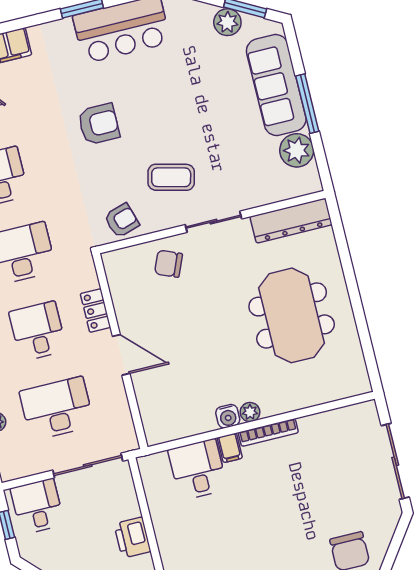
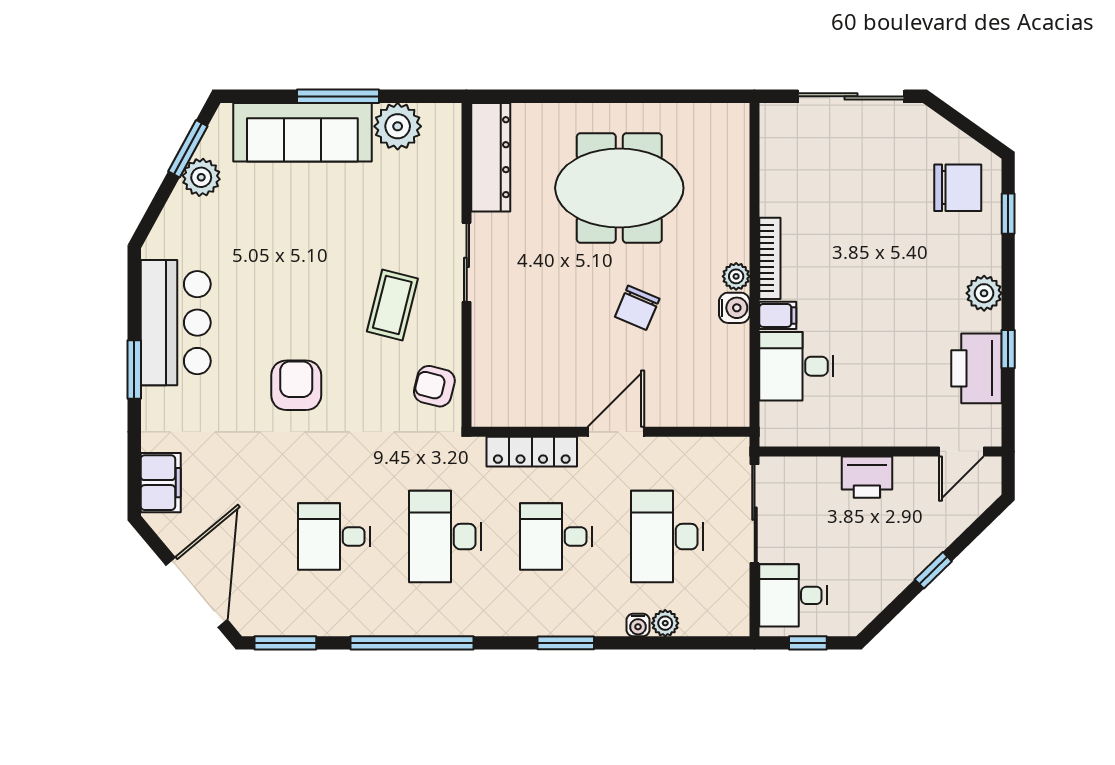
armchair: (122, 220) -> (434, 386), turned -59
chair: (168, 264) -> (637, 308), moved
locker: (95, 310) -> (532, 452), width x1.53

